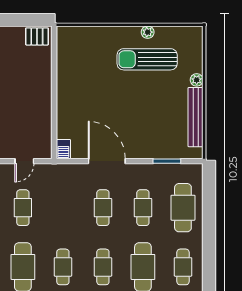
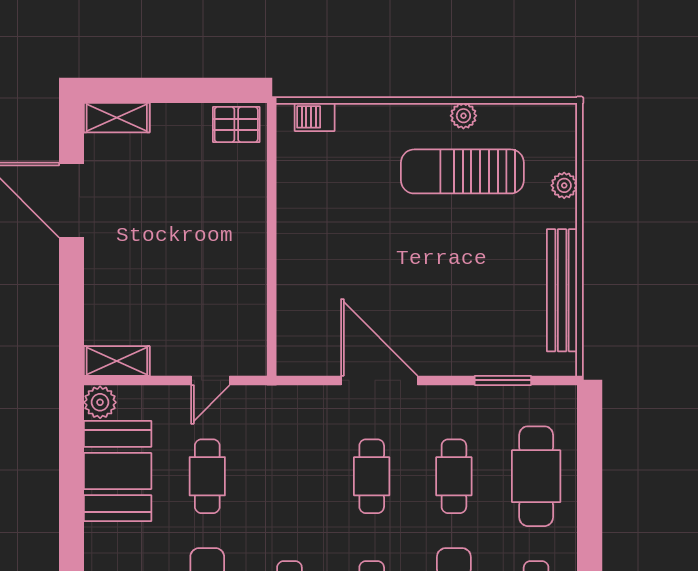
plant: (197, 80) -> (564, 185), moved
barbecue: (63, 149) -> (315, 117), moved, turned 90

